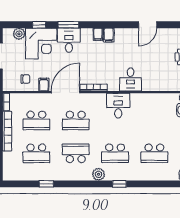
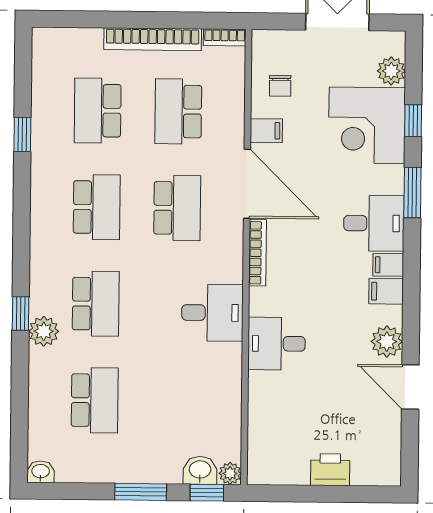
plant: (129, 35) -> (387, 342), added
desk: (69, 40) -> (374, 223), moved
school desk: (76, 120) -> (177, 208), turned 180
school desk: (115, 153) -> (96, 304), turned 180
school desk: (154, 153) -> (95, 400), turned 180
plant: (99, 174) -> (44, 331), moved

